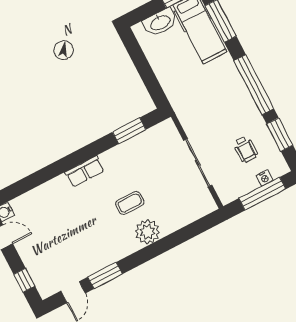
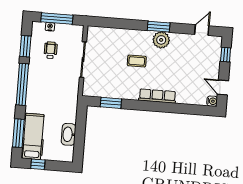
washbasin: (160, 22) -> (69, 134), moved, turned -90
row of seats: (85, 171) -> (157, 96), width x1.48
plant: (147, 232) -> (161, 40), moved
window: (105, 275) -> (159, 27), moved

